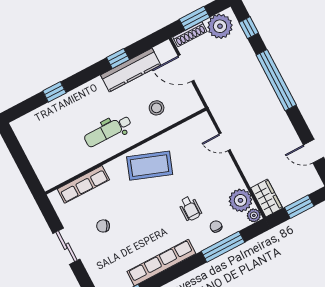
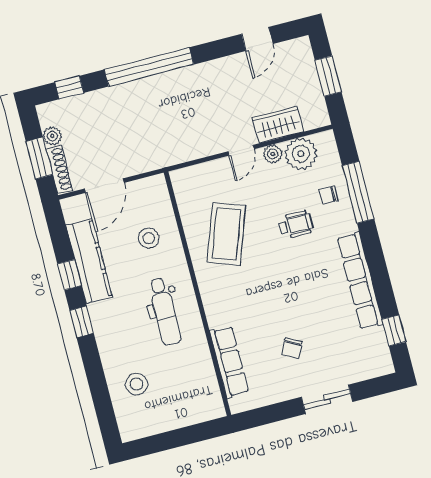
plant: (220, 26) -> (52, 136), width x0.53, depth x0.53
window: (54, 92) -> (82, 322), moved
stool: (53, 123) -> (136, 384), added
door: (225, 142) -> (241, 150), moved
coffee table: (150, 166) -> (226, 234), moved
wardrobe: (267, 198) -> (278, 125), moved
plant: (254, 215) -> (273, 154), moved
sliding door: (66, 246) -> (327, 399), moved

